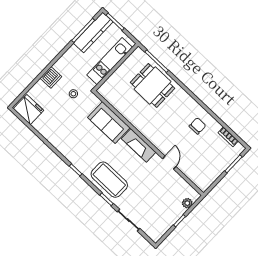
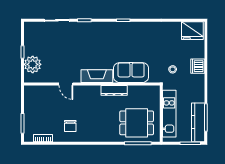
dining table: (152, 85) -> (137, 123), moved
dresser: (136, 121) -> (114, 90), added
coffee table: (109, 180) -> (95, 35), removed
plant: (187, 203) -> (33, 64), width x1.87, depth x1.87

